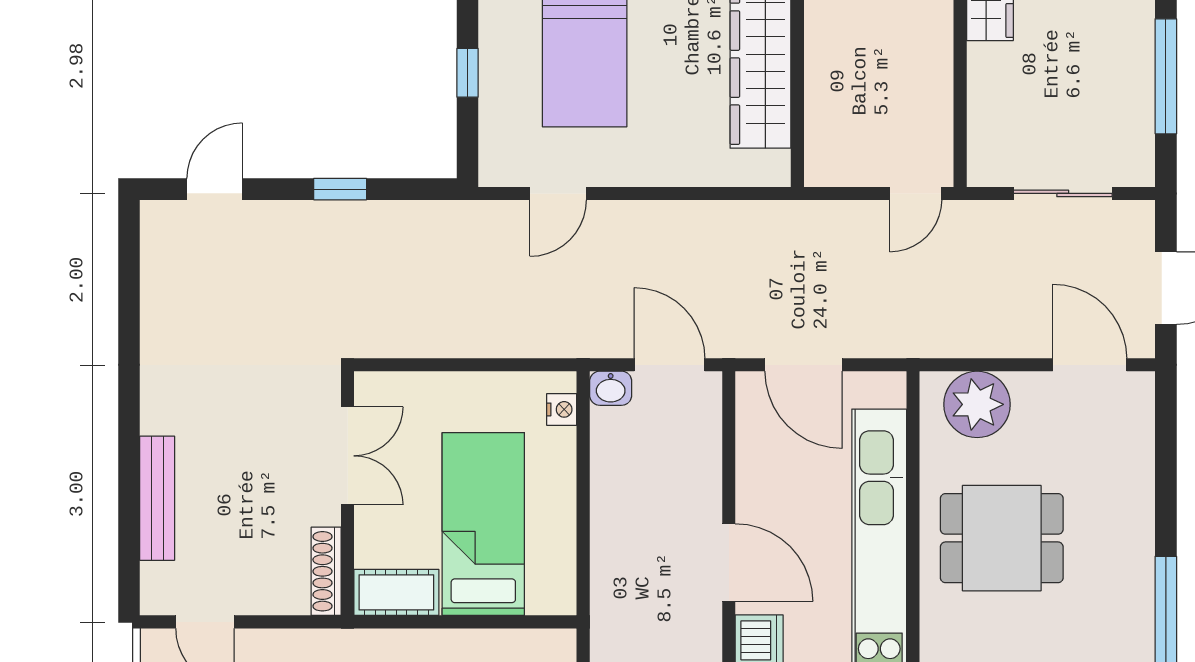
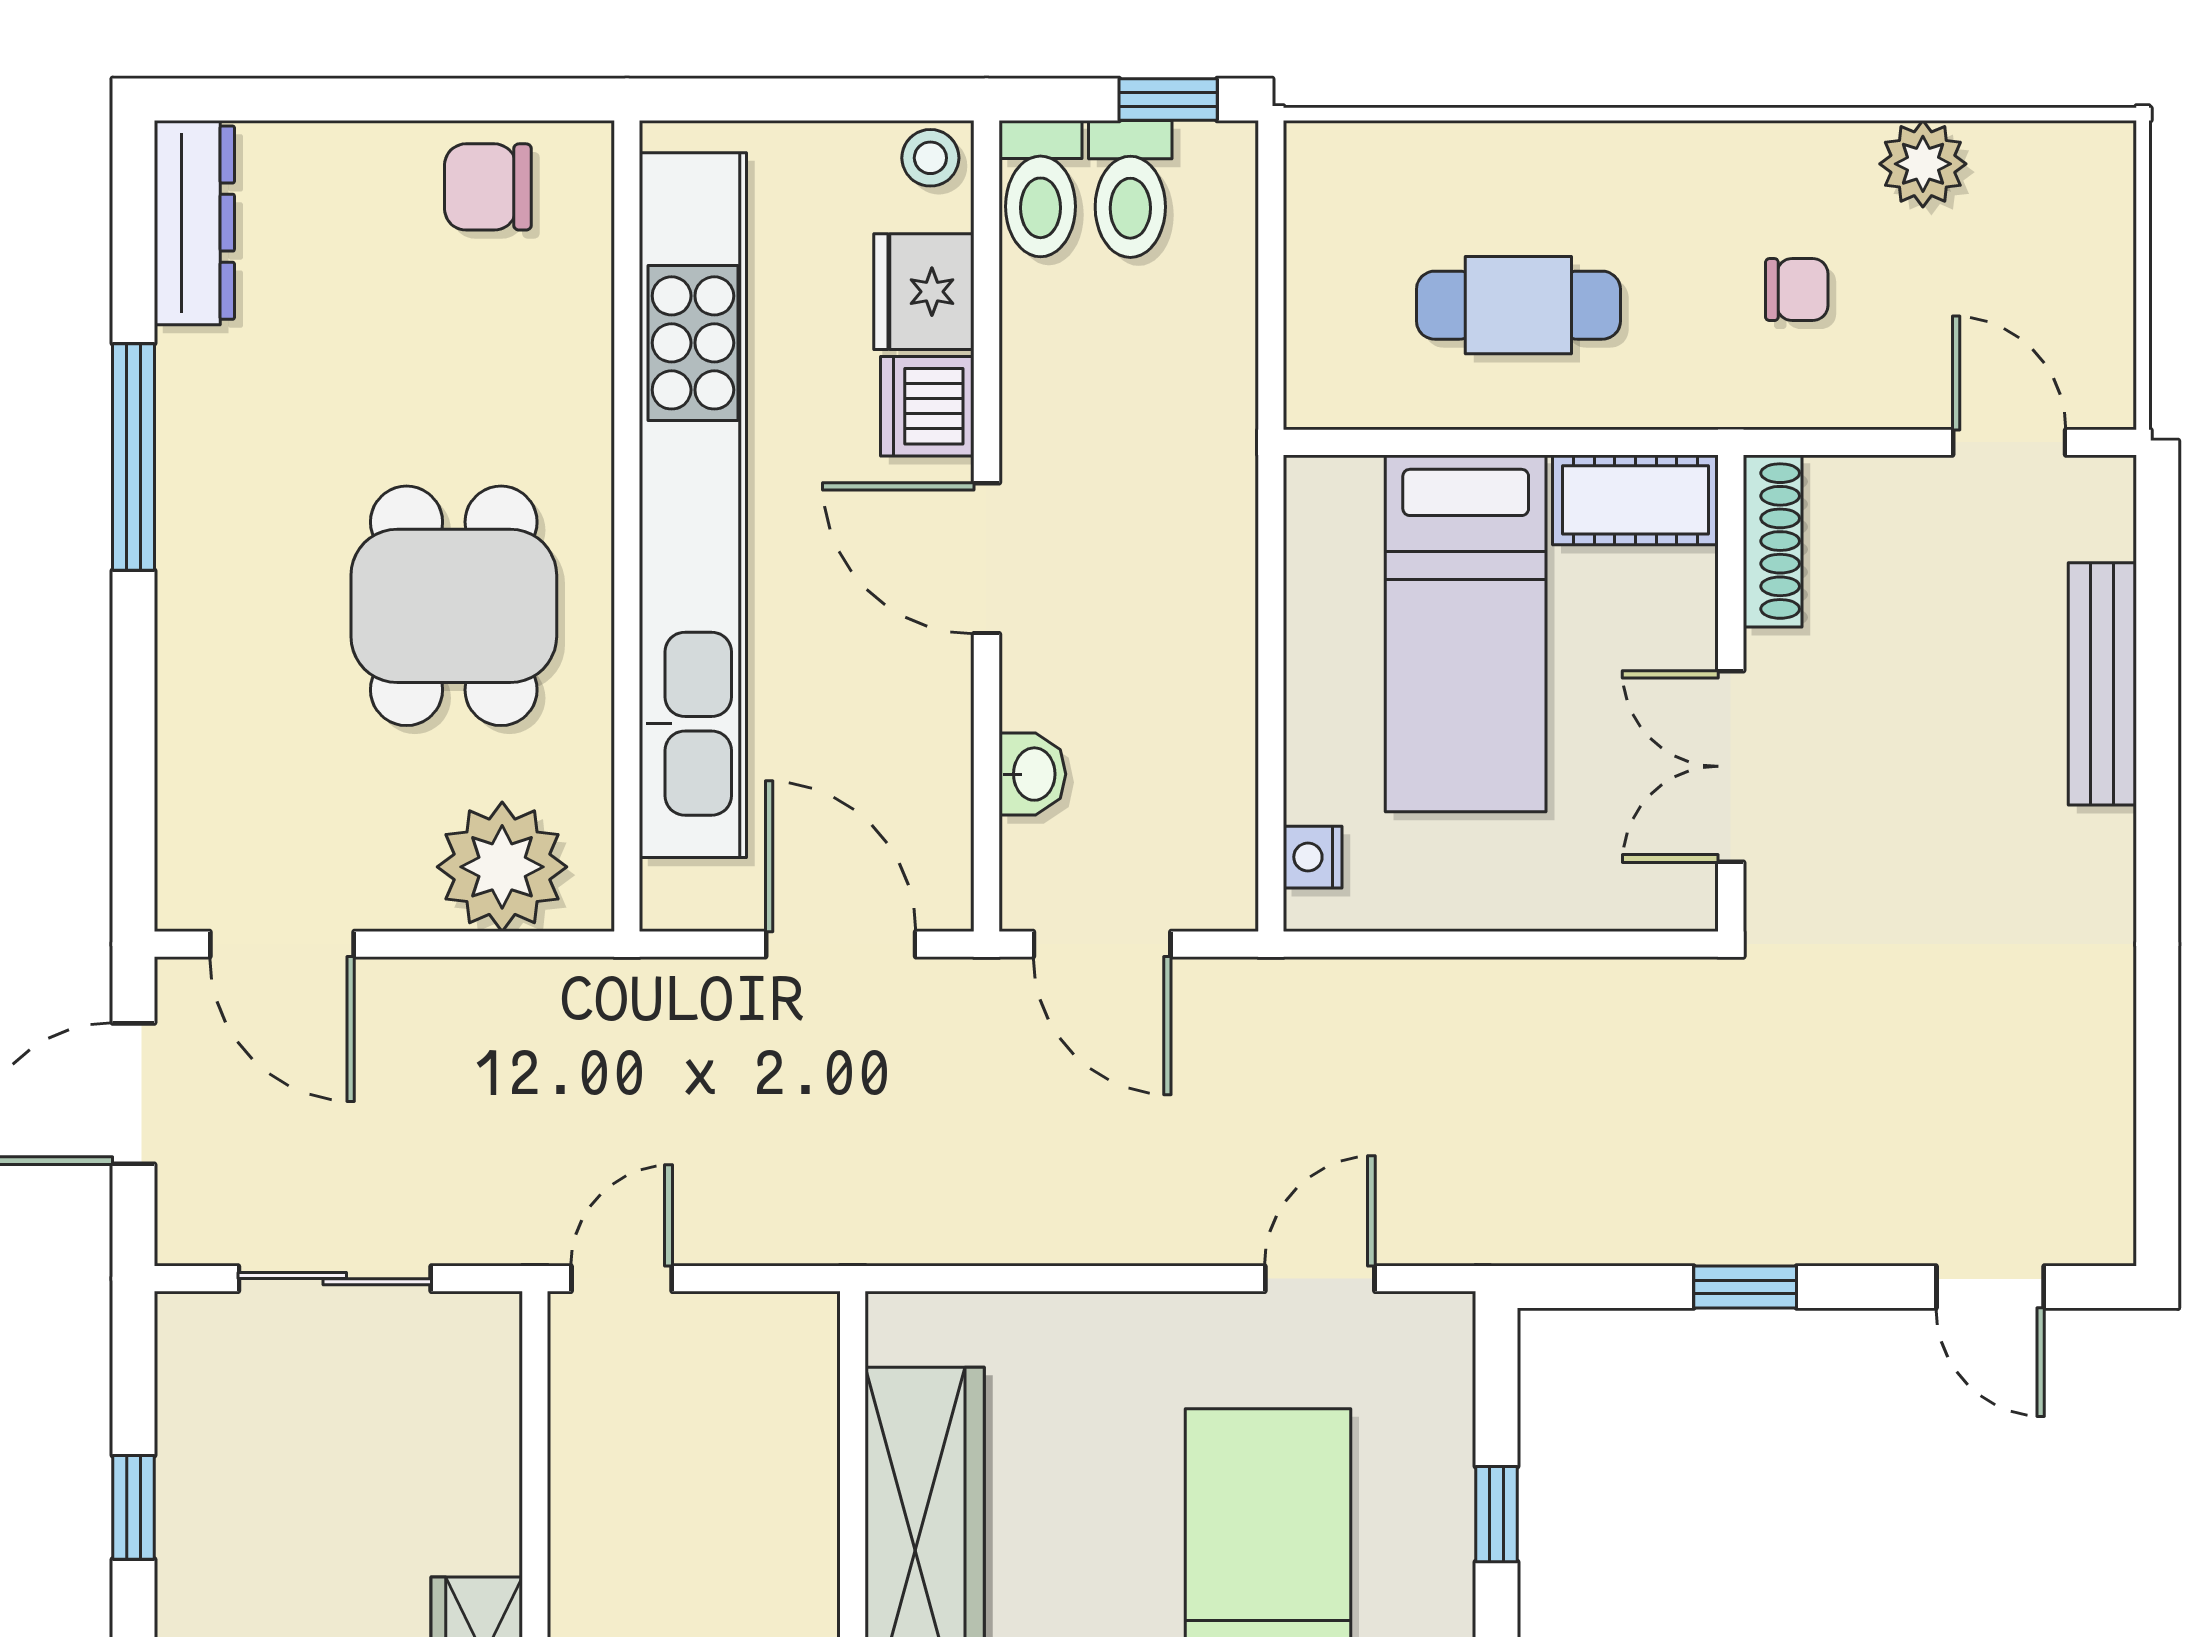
window: (1166, 76) -> (134, 1507), width x0.46
door: (215, 189) -> (1990, 1287), hinge flipped
washbasin: (611, 388) -> (1032, 774), moved, turned 90
dining table: (1002, 538) -> (454, 606), turned 90

